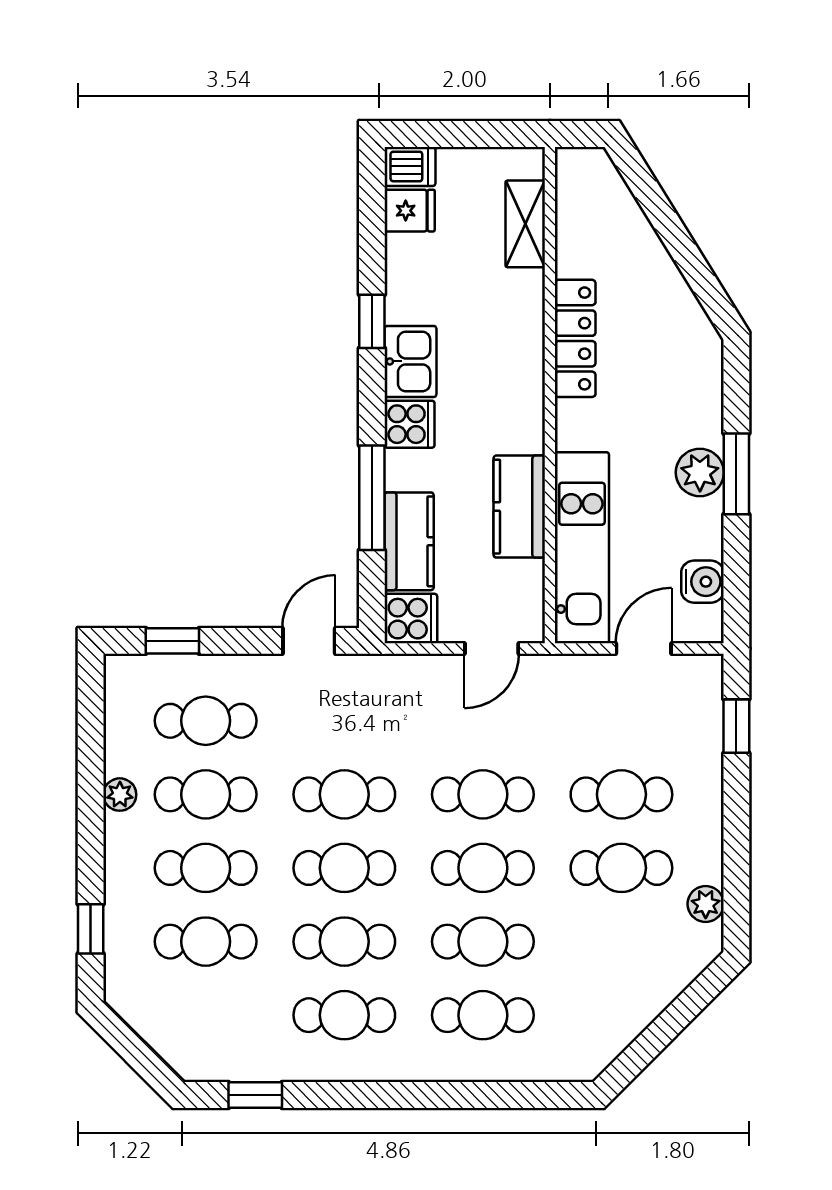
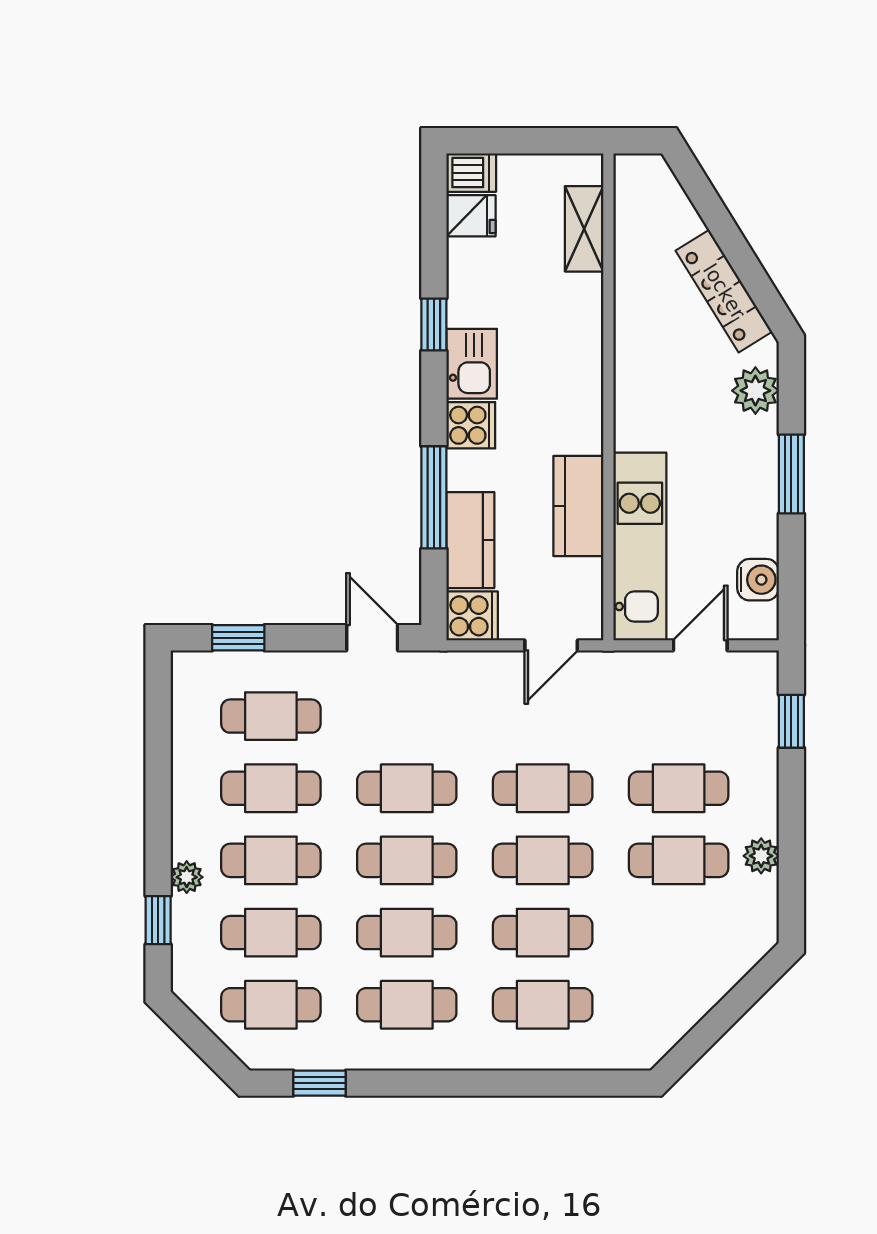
locker: (575, 338) -> (724, 291), moved, turned 148
plant: (700, 472) -> (755, 391), moved
door: (309, 641) -> (372, 638), hinge flipped
plant: (120, 795) -> (187, 877), moved
plant: (706, 904) -> (761, 856), moved
cafe table: (206, 1015) -> (271, 1005), added

